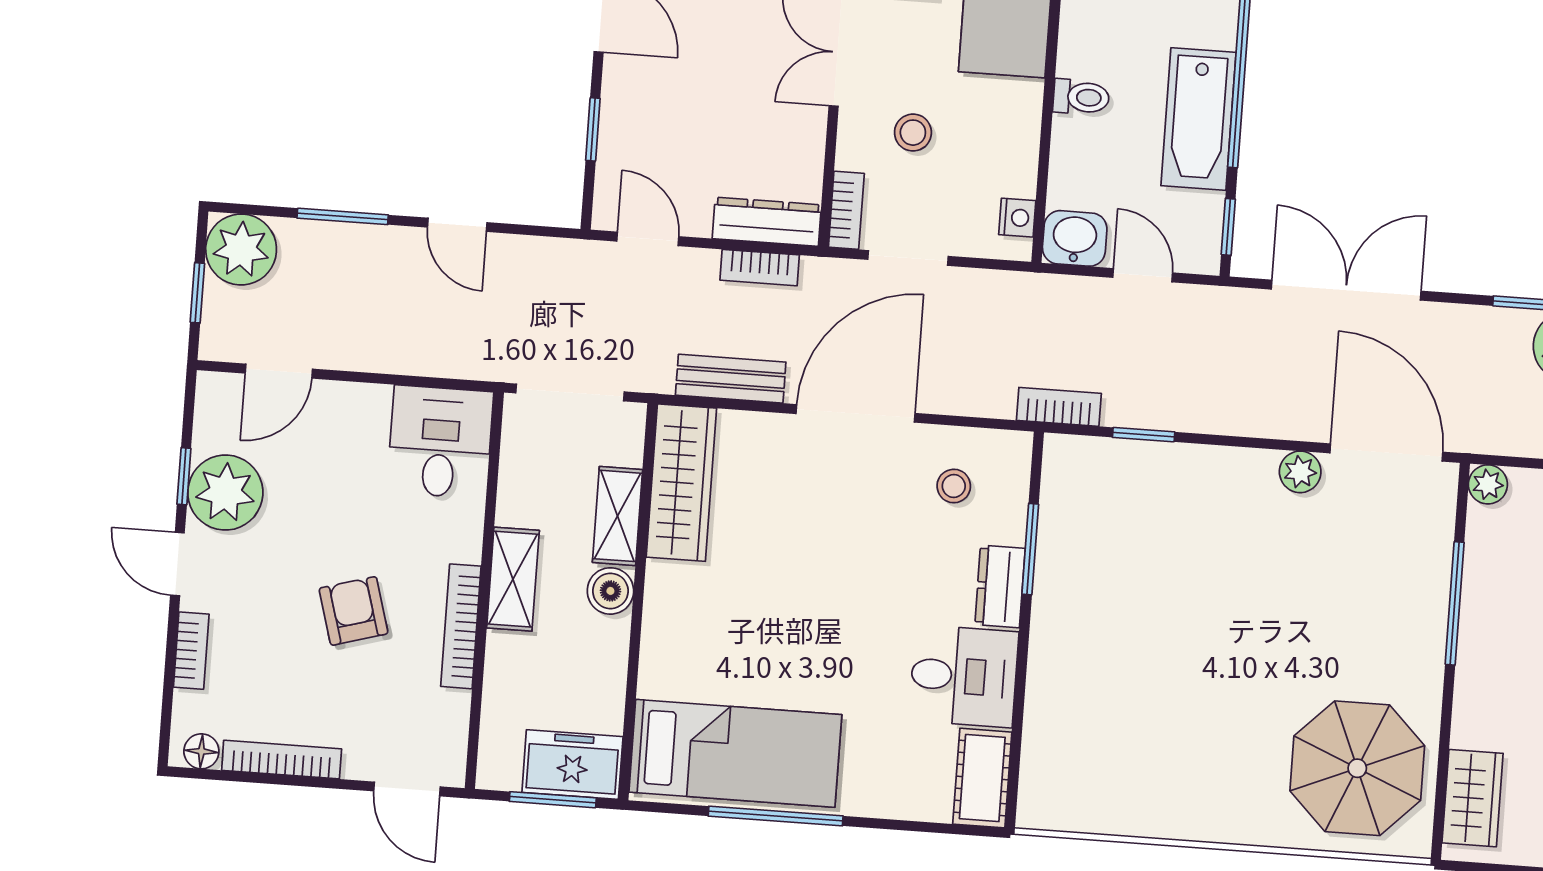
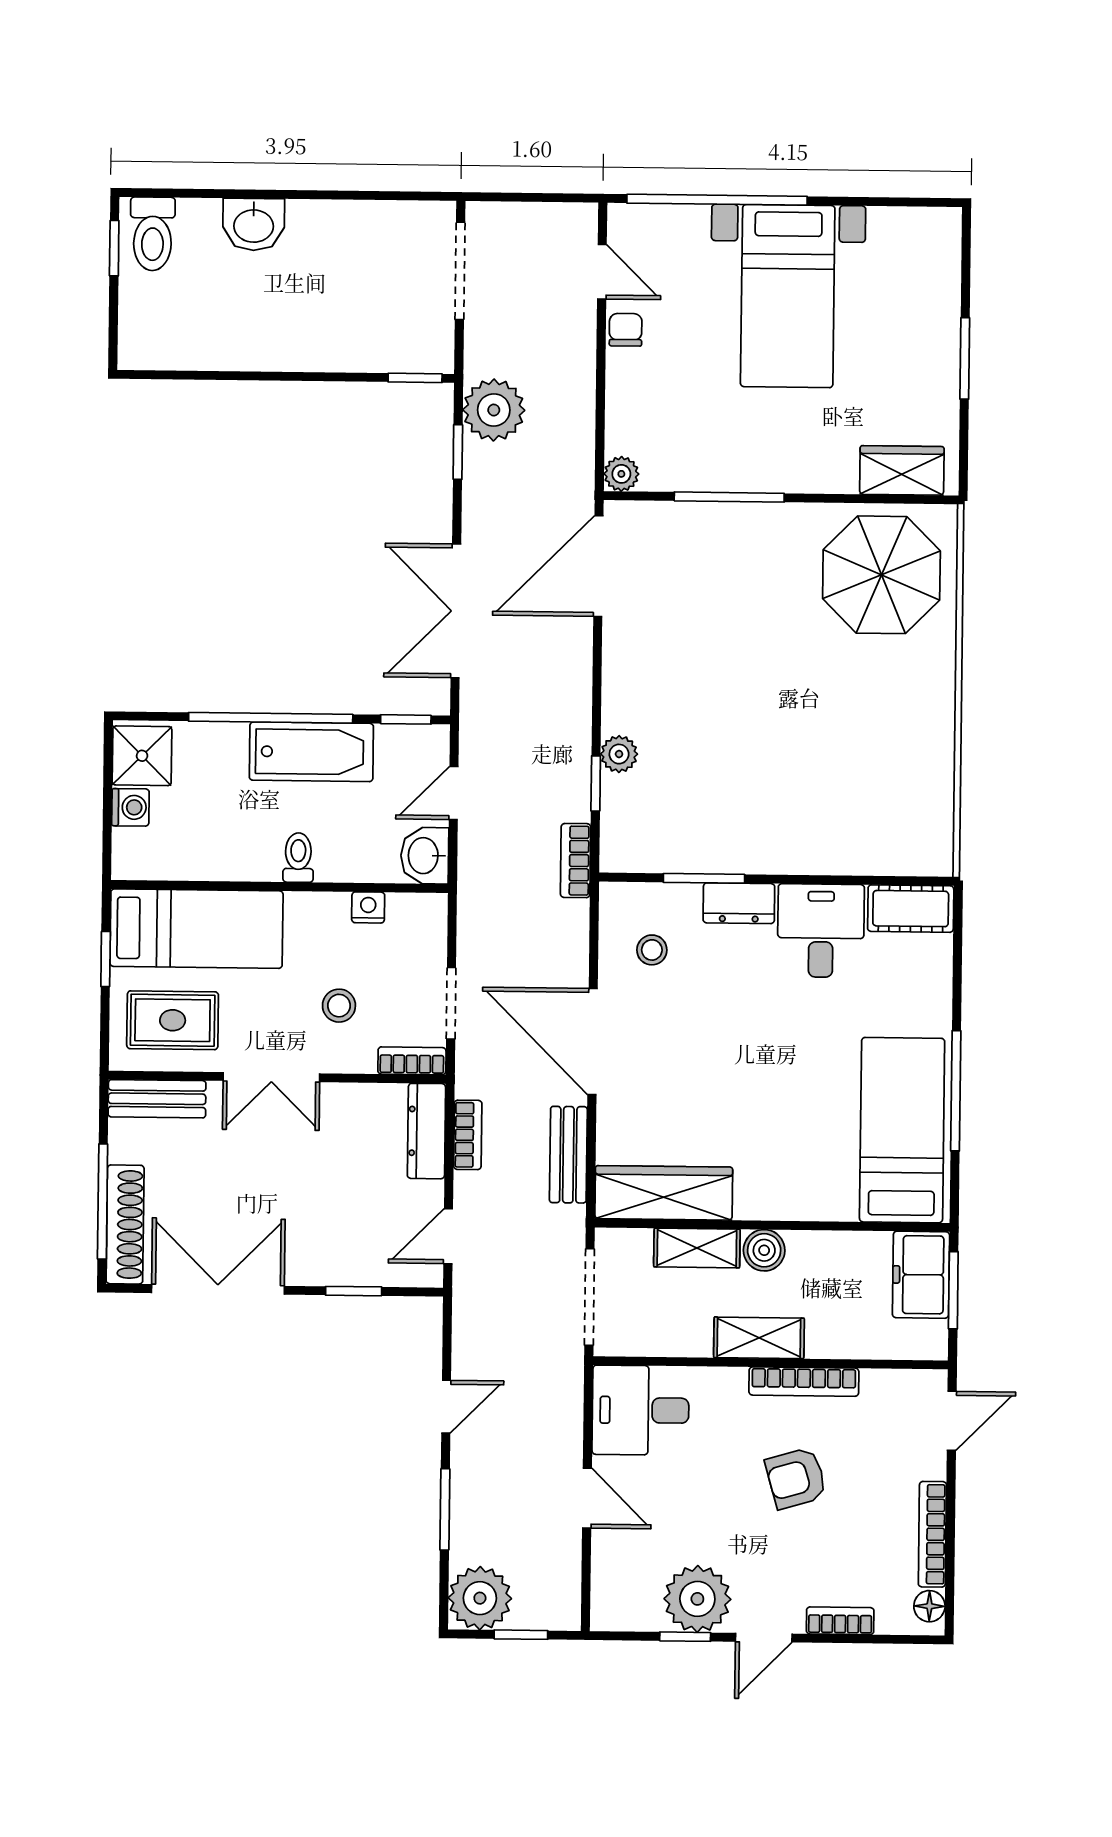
nightstand: (1017, 218) -> (368, 907), moved
door: (279, 371) -> (587, 1498), moved
plant: (1300, 472) -> (619, 754), moved

